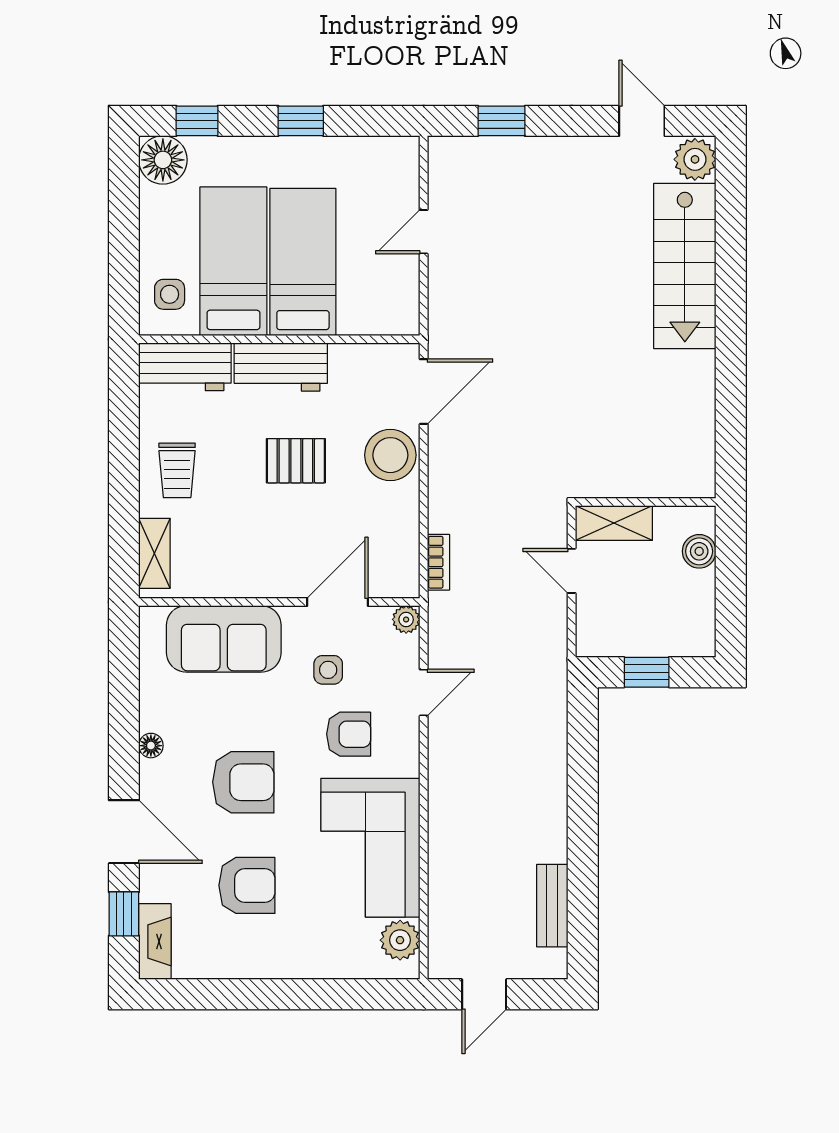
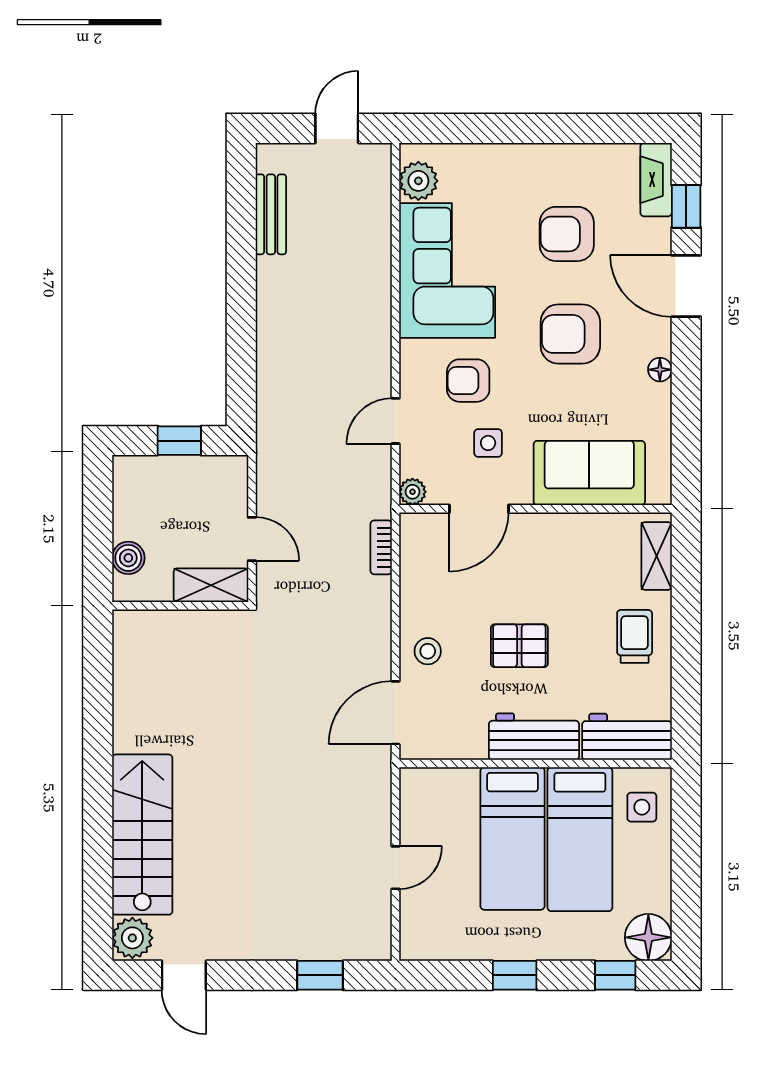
stool: (390, 455) -> (428, 651), width x0.53, depth x0.53

